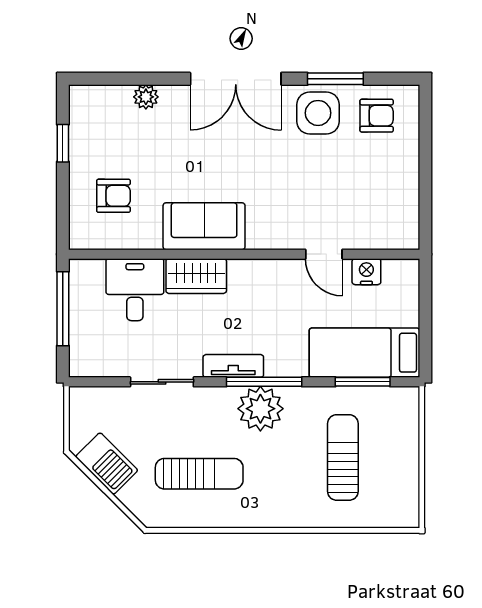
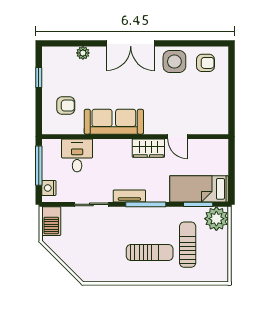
window: (335, 79) -> (184, 43), removed
sofa: (204, 226) -> (114, 122), width x1.36
nightstand: (366, 272) -> (49, 188), moved, turned -90
wardrobe: (196, 276) -> (148, 148), moved
plant: (260, 409) -> (216, 219), moved
barbecue: (107, 464) -> (51, 221), moved, turned 45
sun lounger: (199, 474) -> (150, 253), moved

